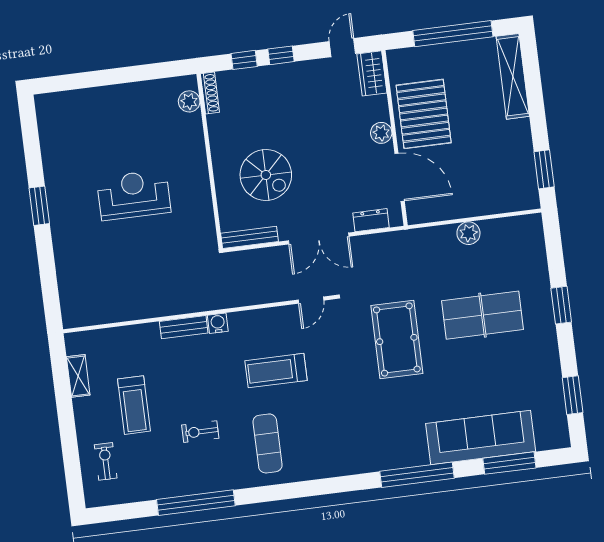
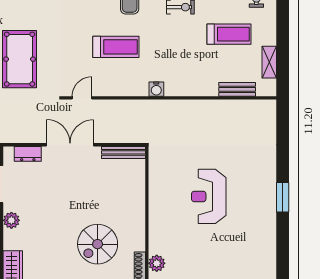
spiral stairs: (266, 175) -> (98, 244), moved, turned -90
reception desk: (134, 195) -> (209, 196), turned 90
bench: (184, 327) -> (237, 89), moved
treadmill: (134, 405) -> (229, 34), turned 90

